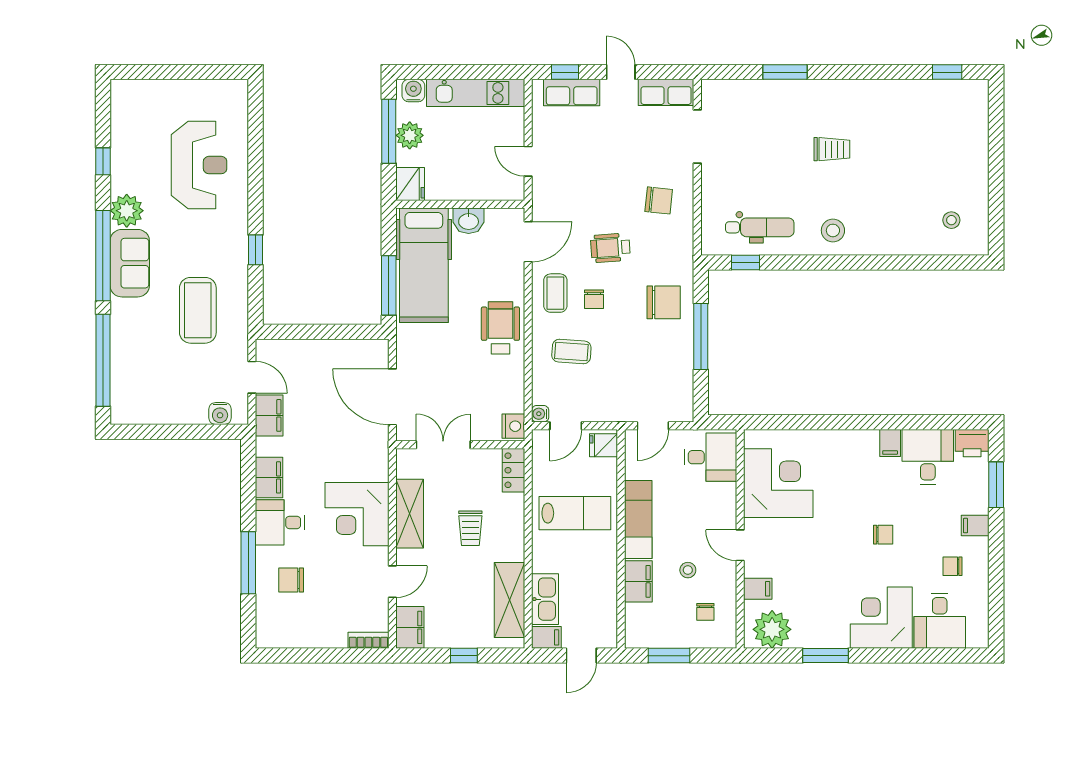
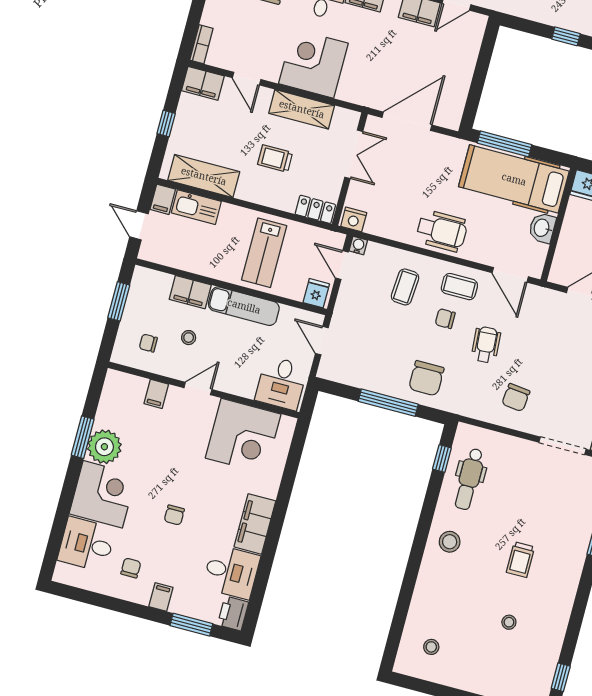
stool: (903, 144) -> (509, 622), added
filing cabinet: (890, 443) -> (255, 524), width x3.00, depth x1.17
plant: (772, 629) -> (104, 447), moved

